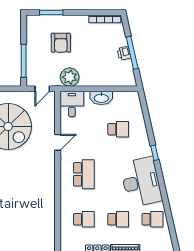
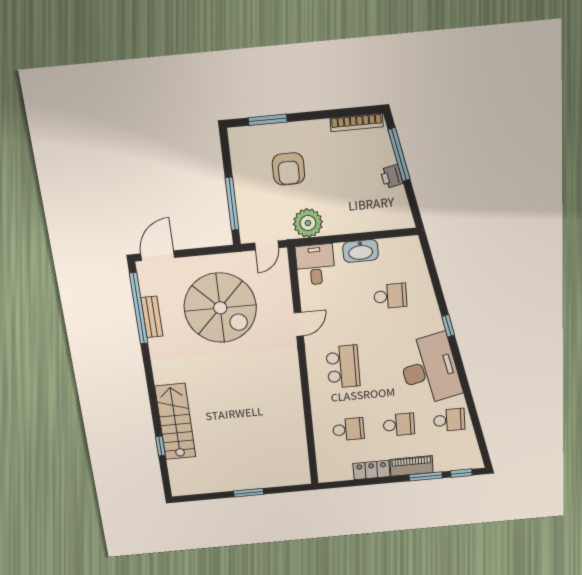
window: (132, 53) -> (399, 155), moved

